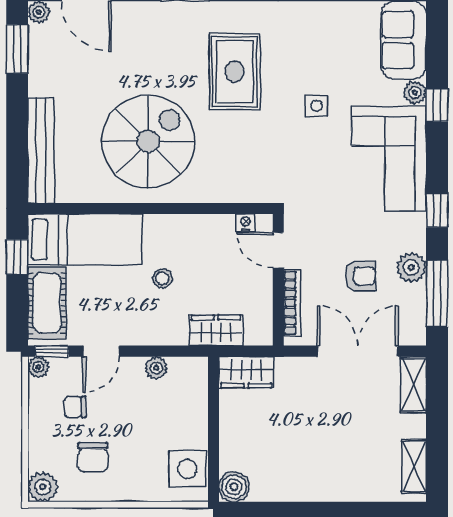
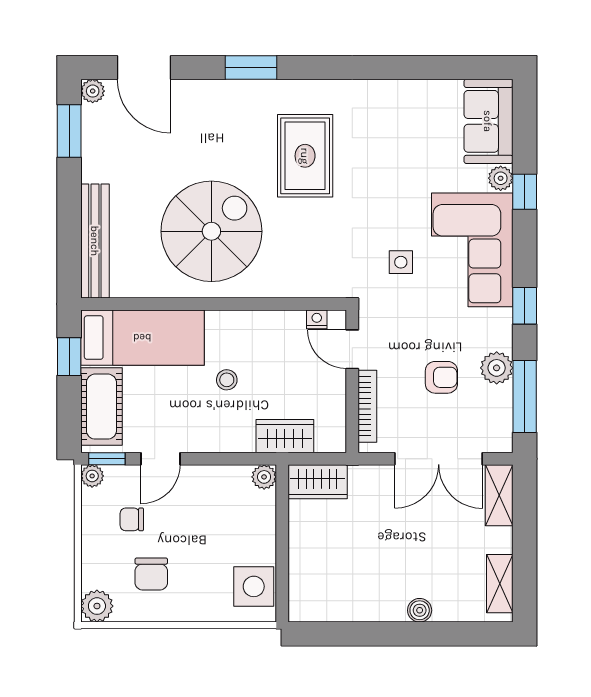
side table: (317, 106) -> (401, 262), moved
double door: (358, 351) -> (439, 459), swing flipped
plant: (156, 368) -> (264, 477), moved
boiler: (234, 487) -> (420, 610), moved, width x0.73, depth x0.73

